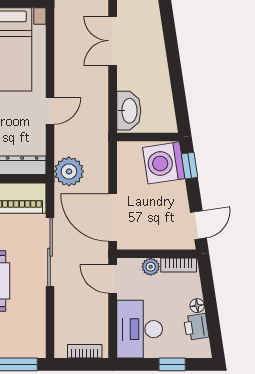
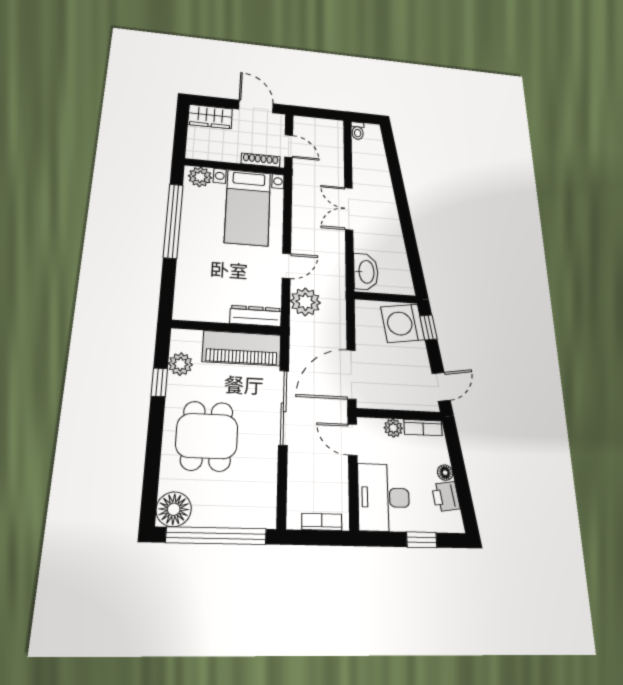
plant: (69, 171) -> (305, 302), moved
door: (113, 218) -> (351, 374), hinge flipped

